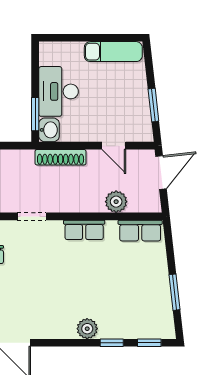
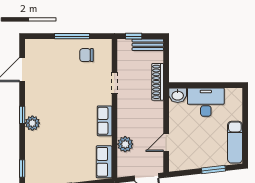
window: (153, 105) -> (213, 170), moved
window: (35, 114) -> (189, 85), removed
shoe rack: (61, 157) -> (158, 82), moved
window: (112, 343) -> (22, 115), moved

